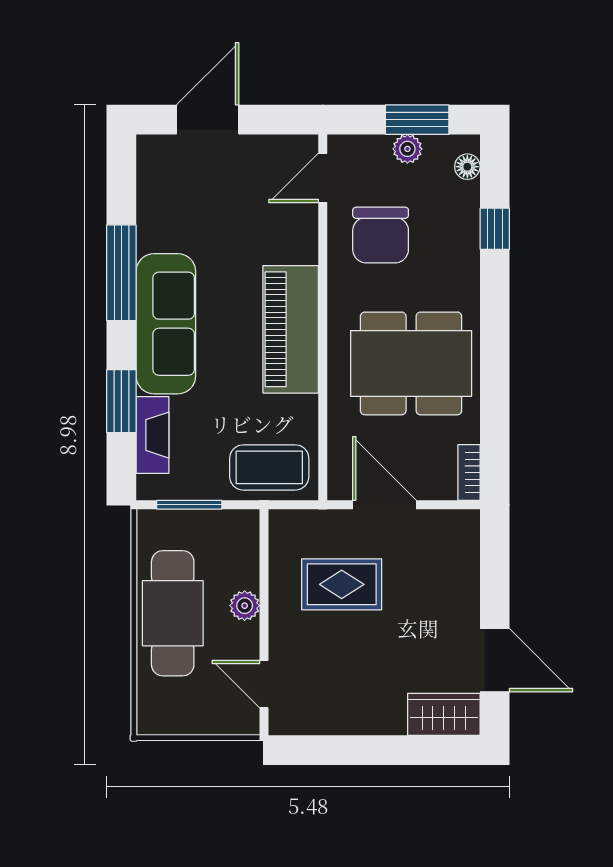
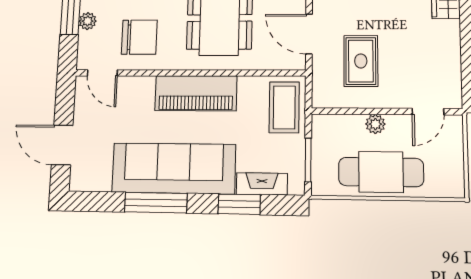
sofa: (166, 324) -> (174, 168), width x1.36, depth x1.27
door: (385, 505) -> (309, 34), hinge flipped

